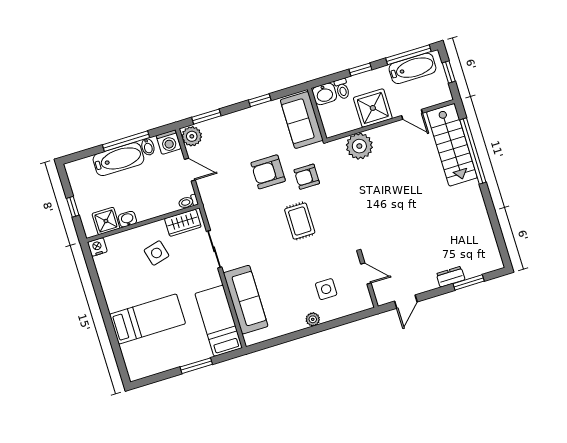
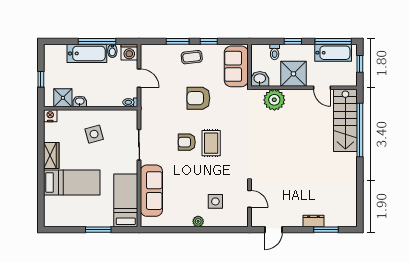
washbasin: (324, 94) -> (260, 79), moved, turned 180
window: (206, 117) -> (178, 41), moved
coffee table: (245, 125) -> (192, 57), added
plant: (192, 136) -> (148, 53), removed
armchair: (307, 177) -> (187, 142), moved
wardrobe: (183, 223) -> (51, 156), moved, turned -90

